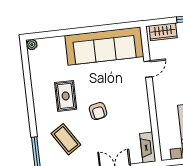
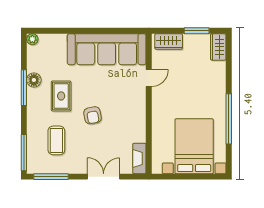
floor lamp: (38, 84) -> (34, 80), added
window: (29, 92) -> (24, 88), added
coffee table: (66, 139) -> (56, 140), turned 33

